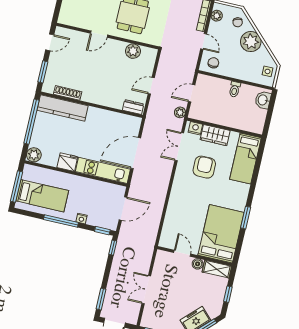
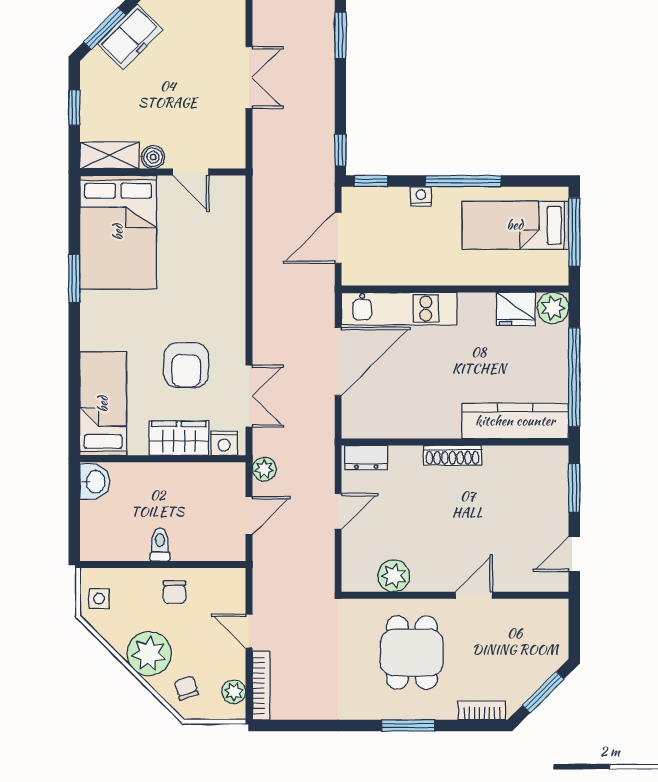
chair: (213, 63) -> (174, 592), moved
shoe rack: (68, 93) -> (452, 455), moved
washbasin: (263, 100) -> (95, 482), moved
fridge: (67, 162) -> (516, 309), moved

